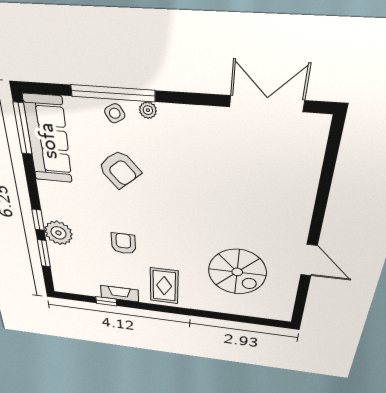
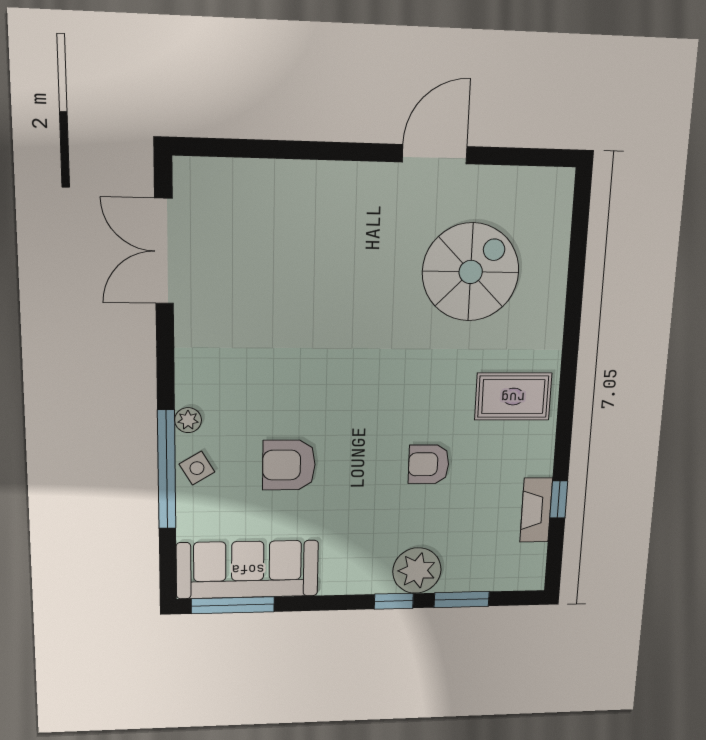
armchair: (120, 169) -> (289, 465), turned -139
fireplace: (120, 294) -> (536, 510), moved

